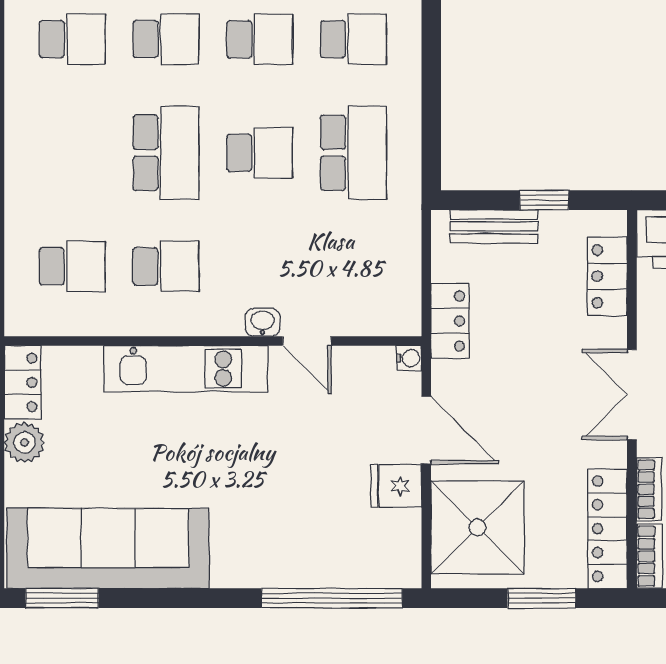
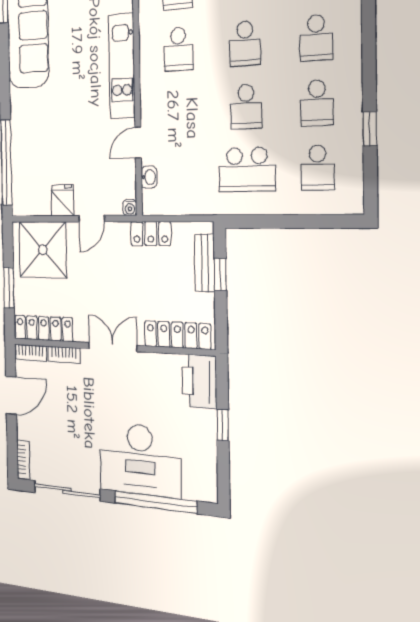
school desk: (166, 153) -> (245, 44), width x0.54
window: (544, 200) -> (220, 274), moved
locker: (607, 276) -> (177, 335), width x1.53
washbasin: (263, 322) -> (149, 177), moved
door: (426, 430) -> (92, 219), width x0.73

